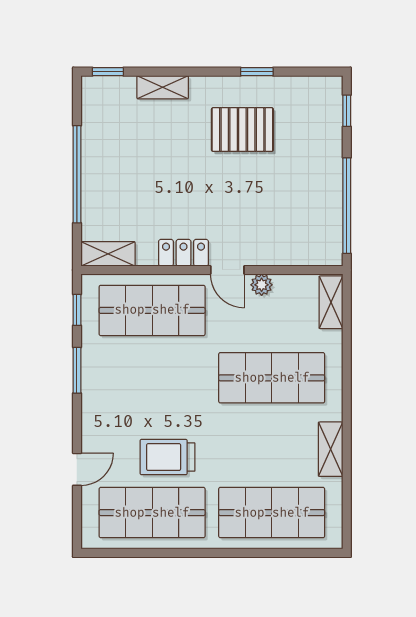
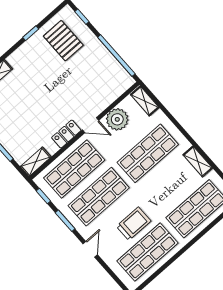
pallet: (242, 130) -> (63, 41), moved, turned 90
plant: (262, 285) -> (117, 119), width x1.88, depth x1.88
shop shelf: (152, 378) -> (99, 197), added
trolley: (167, 457) -> (134, 224), turned 180
door: (77, 469) -> (90, 249), moved

